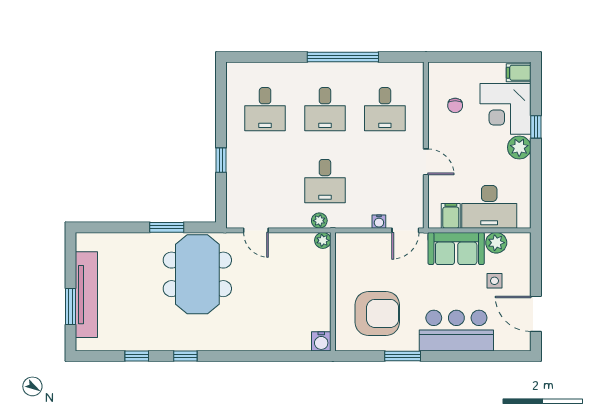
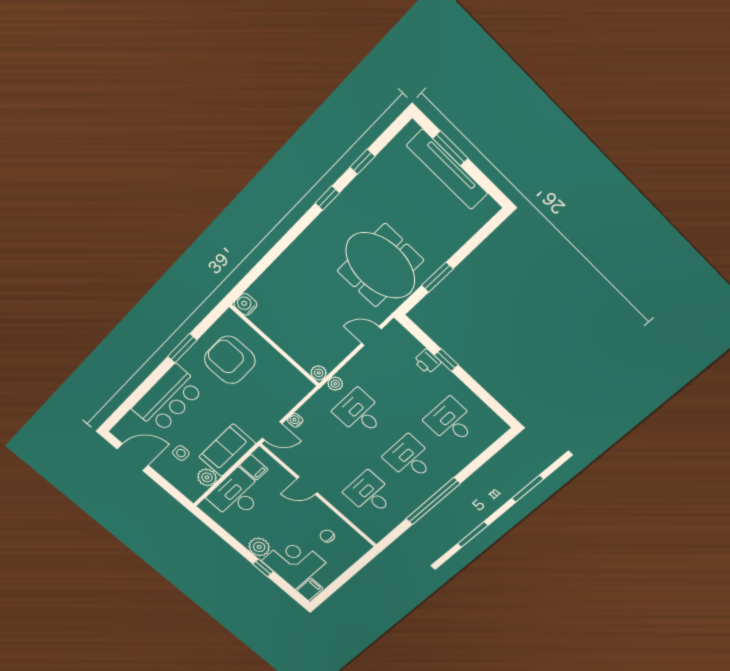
printer: (236, 172) -> (427, 362), added
door: (405, 230) -> (272, 431), swing flipped
armchair: (377, 313) -> (230, 360), turned 90

